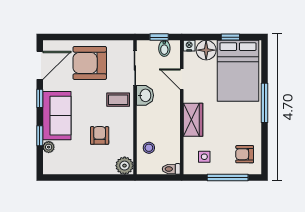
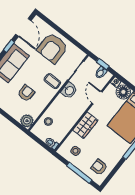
armchair: (90, 63) -> (52, 48), turned -90
door: (40, 65) -> (23, 27), hinge flipped

